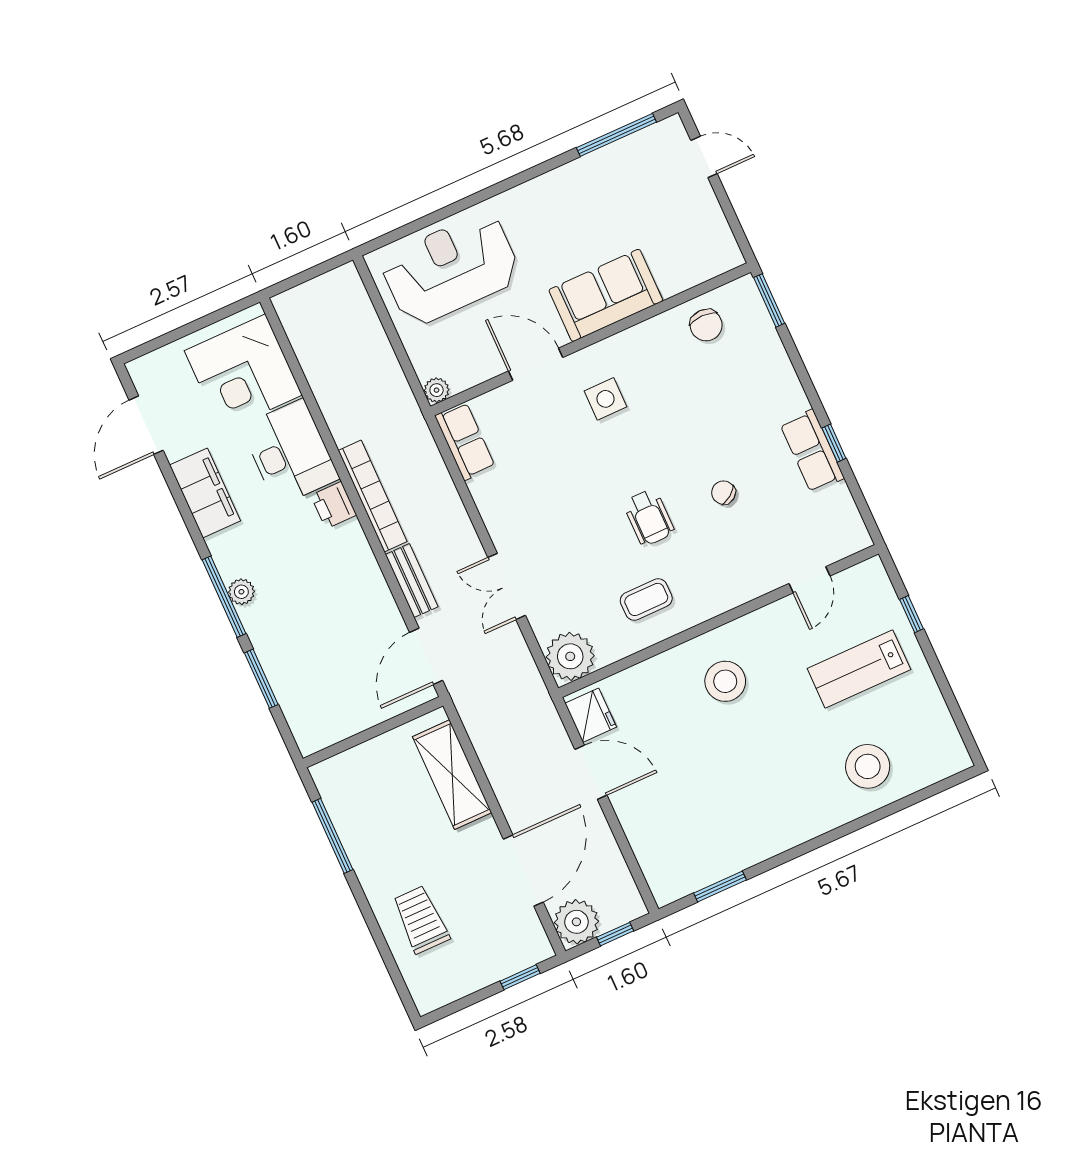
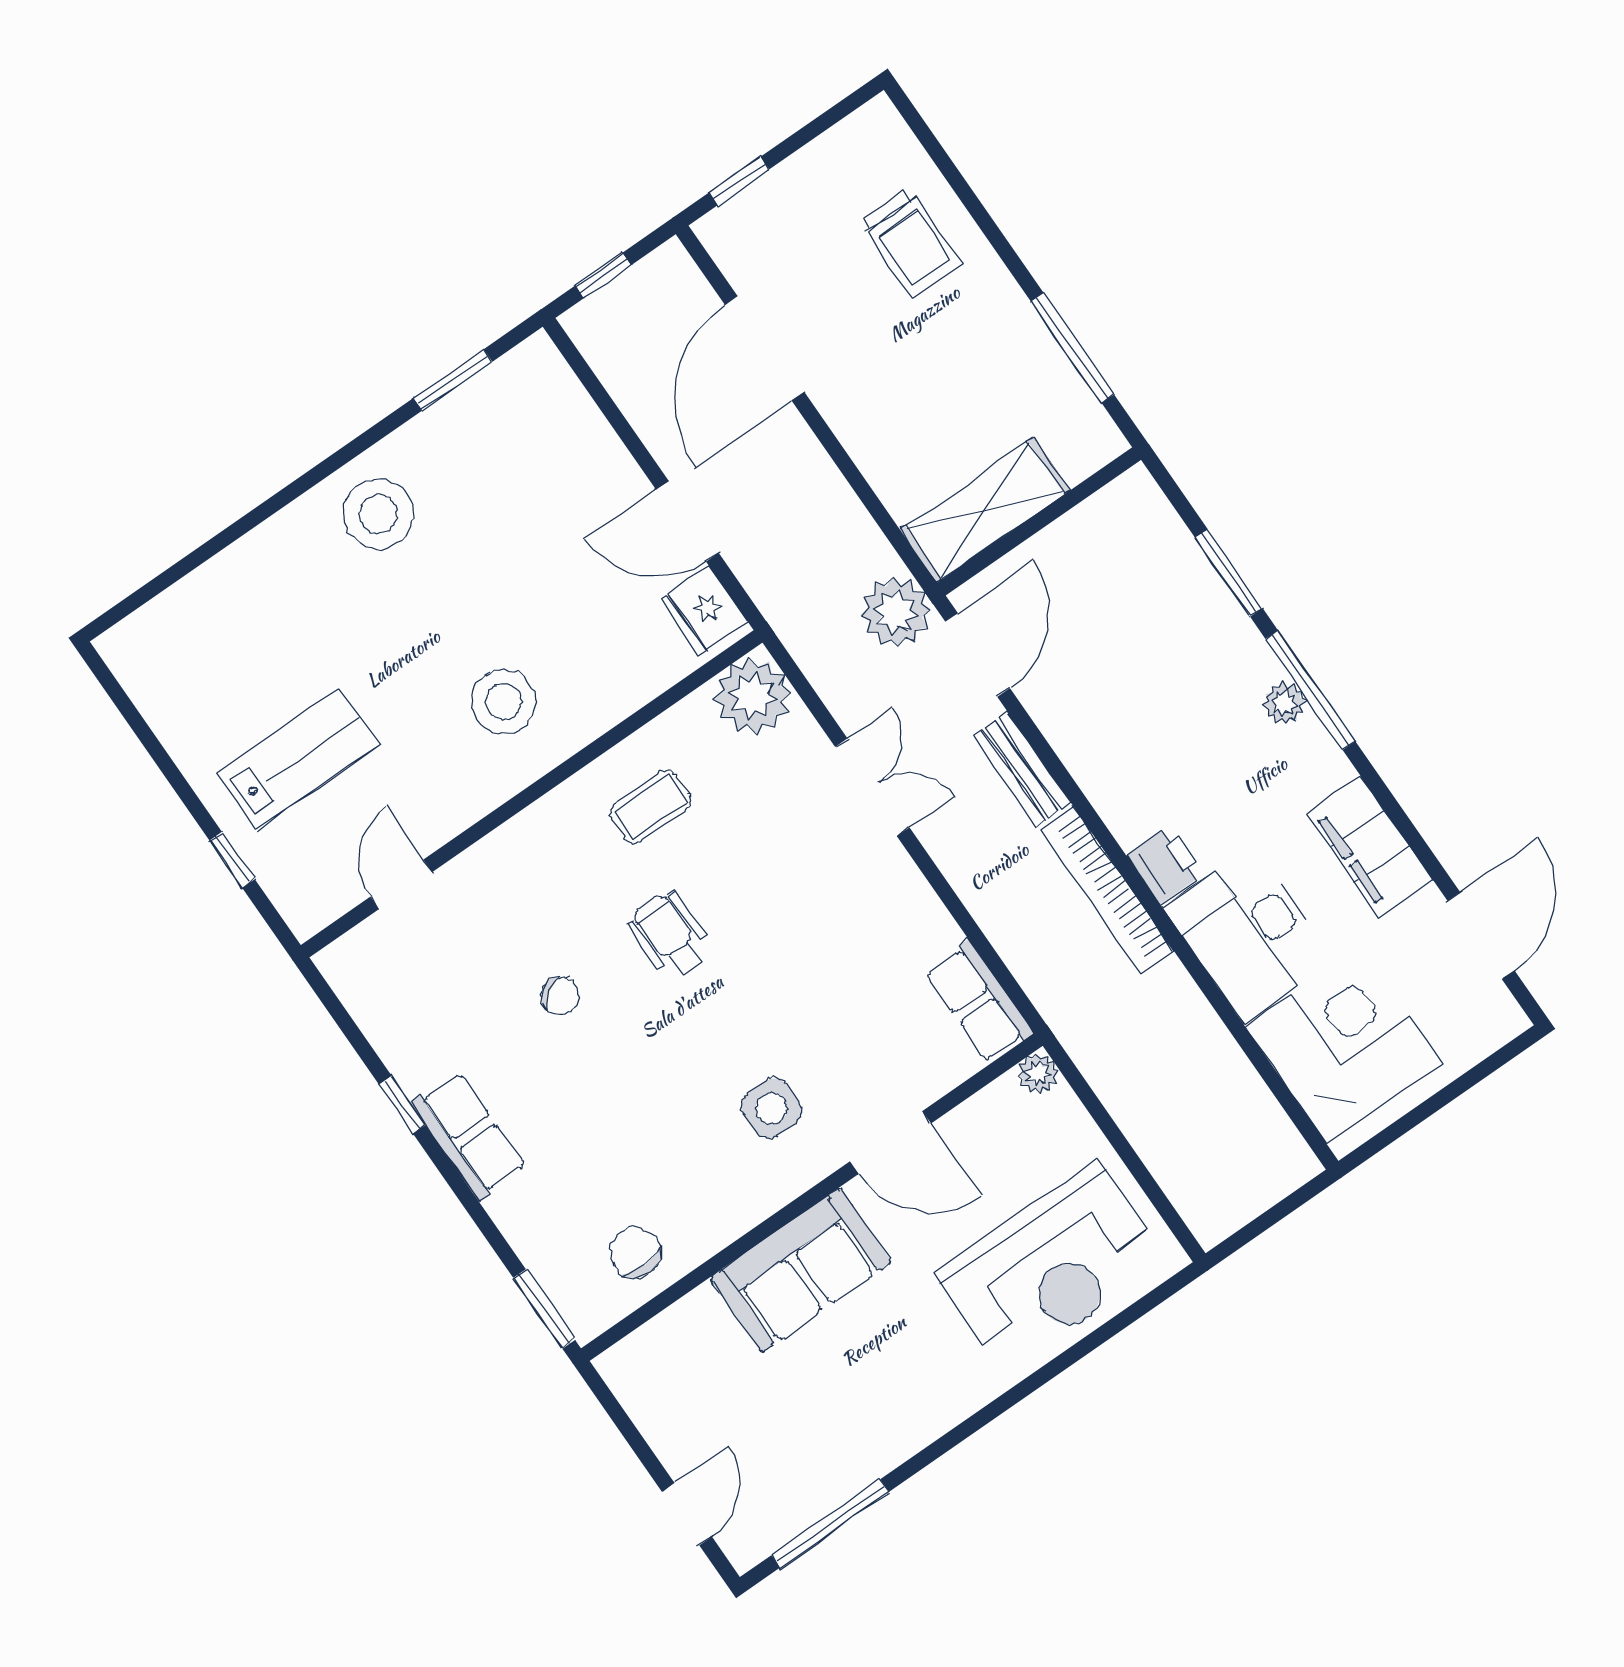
door: (704, 157) -> (687, 1514), swing flipped
row of seats: (812, 451) -> (469, 1136), moved
stool: (868, 766) -> (379, 514), moved
shelving: (452, 775) -> (985, 510), moved, turned 90
plant: (576, 922) -> (895, 612), moved

